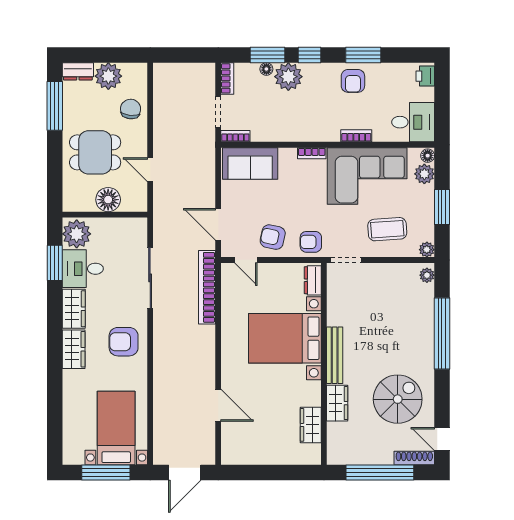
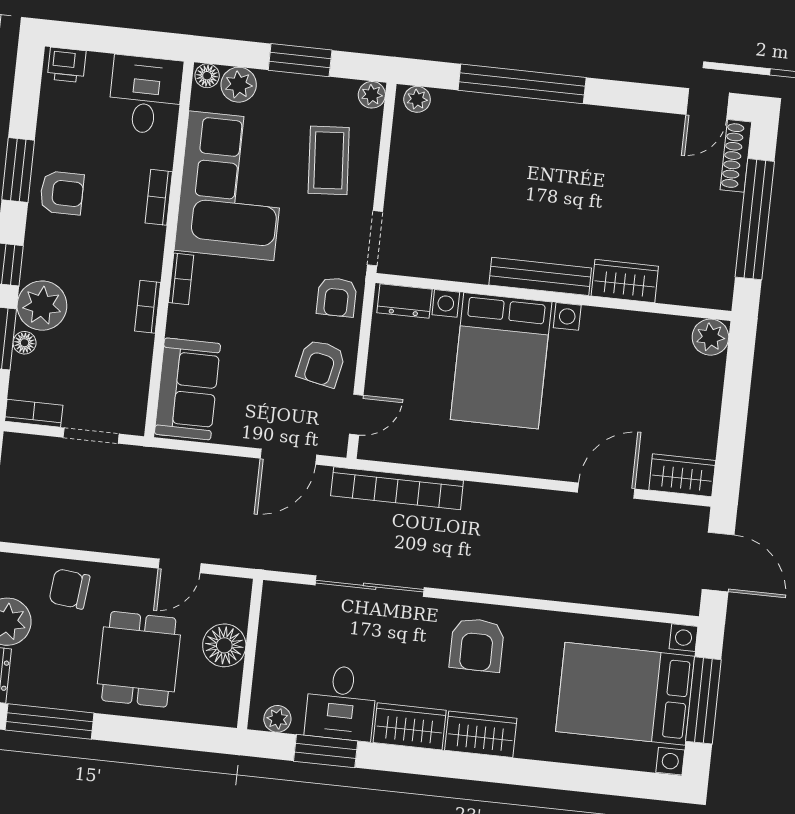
bookcase: (235, 136) -> (148, 307), moved
plant: (77, 234) -> (277, 719), width x0.53, depth x0.53
spiral stairs: (398, 399) -> (629, 174), removed
wardrobe: (311, 425) -> (682, 475), moved, turned 180
bed with nightstands: (116, 428) -> (625, 694), width x1.36
plant: (311, 455) -> (710, 337), added

